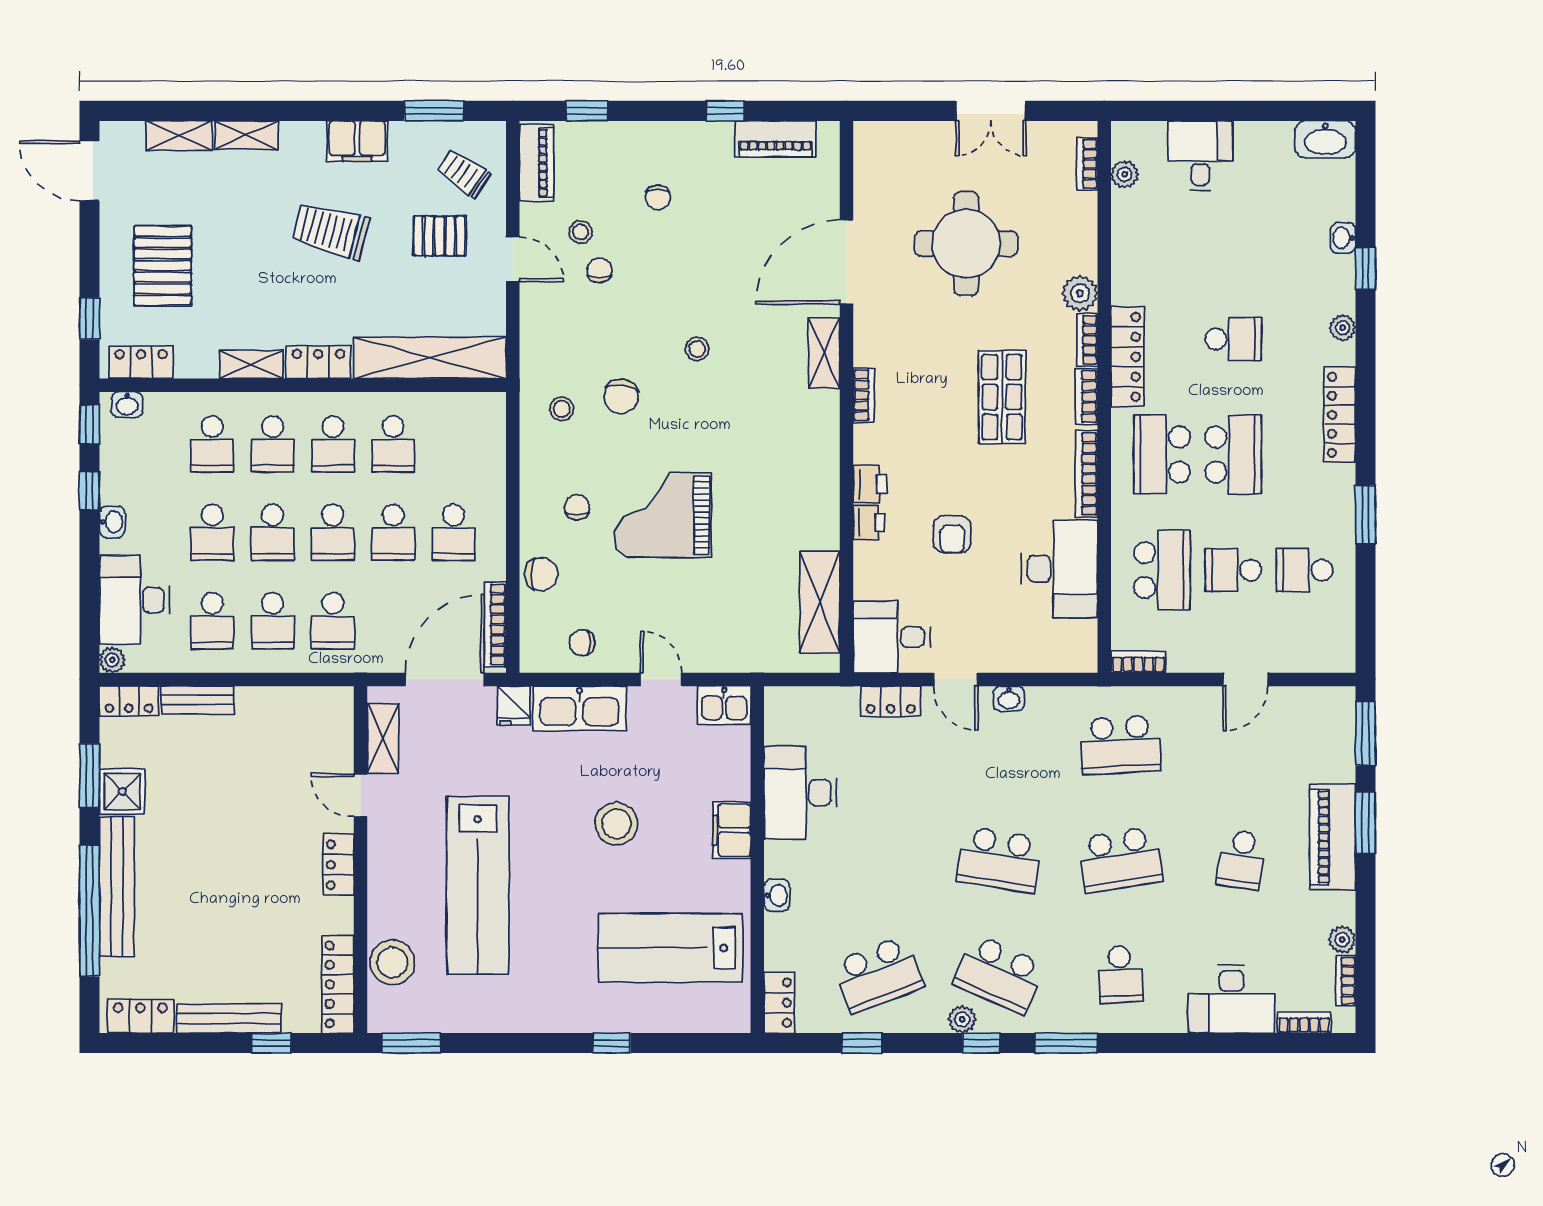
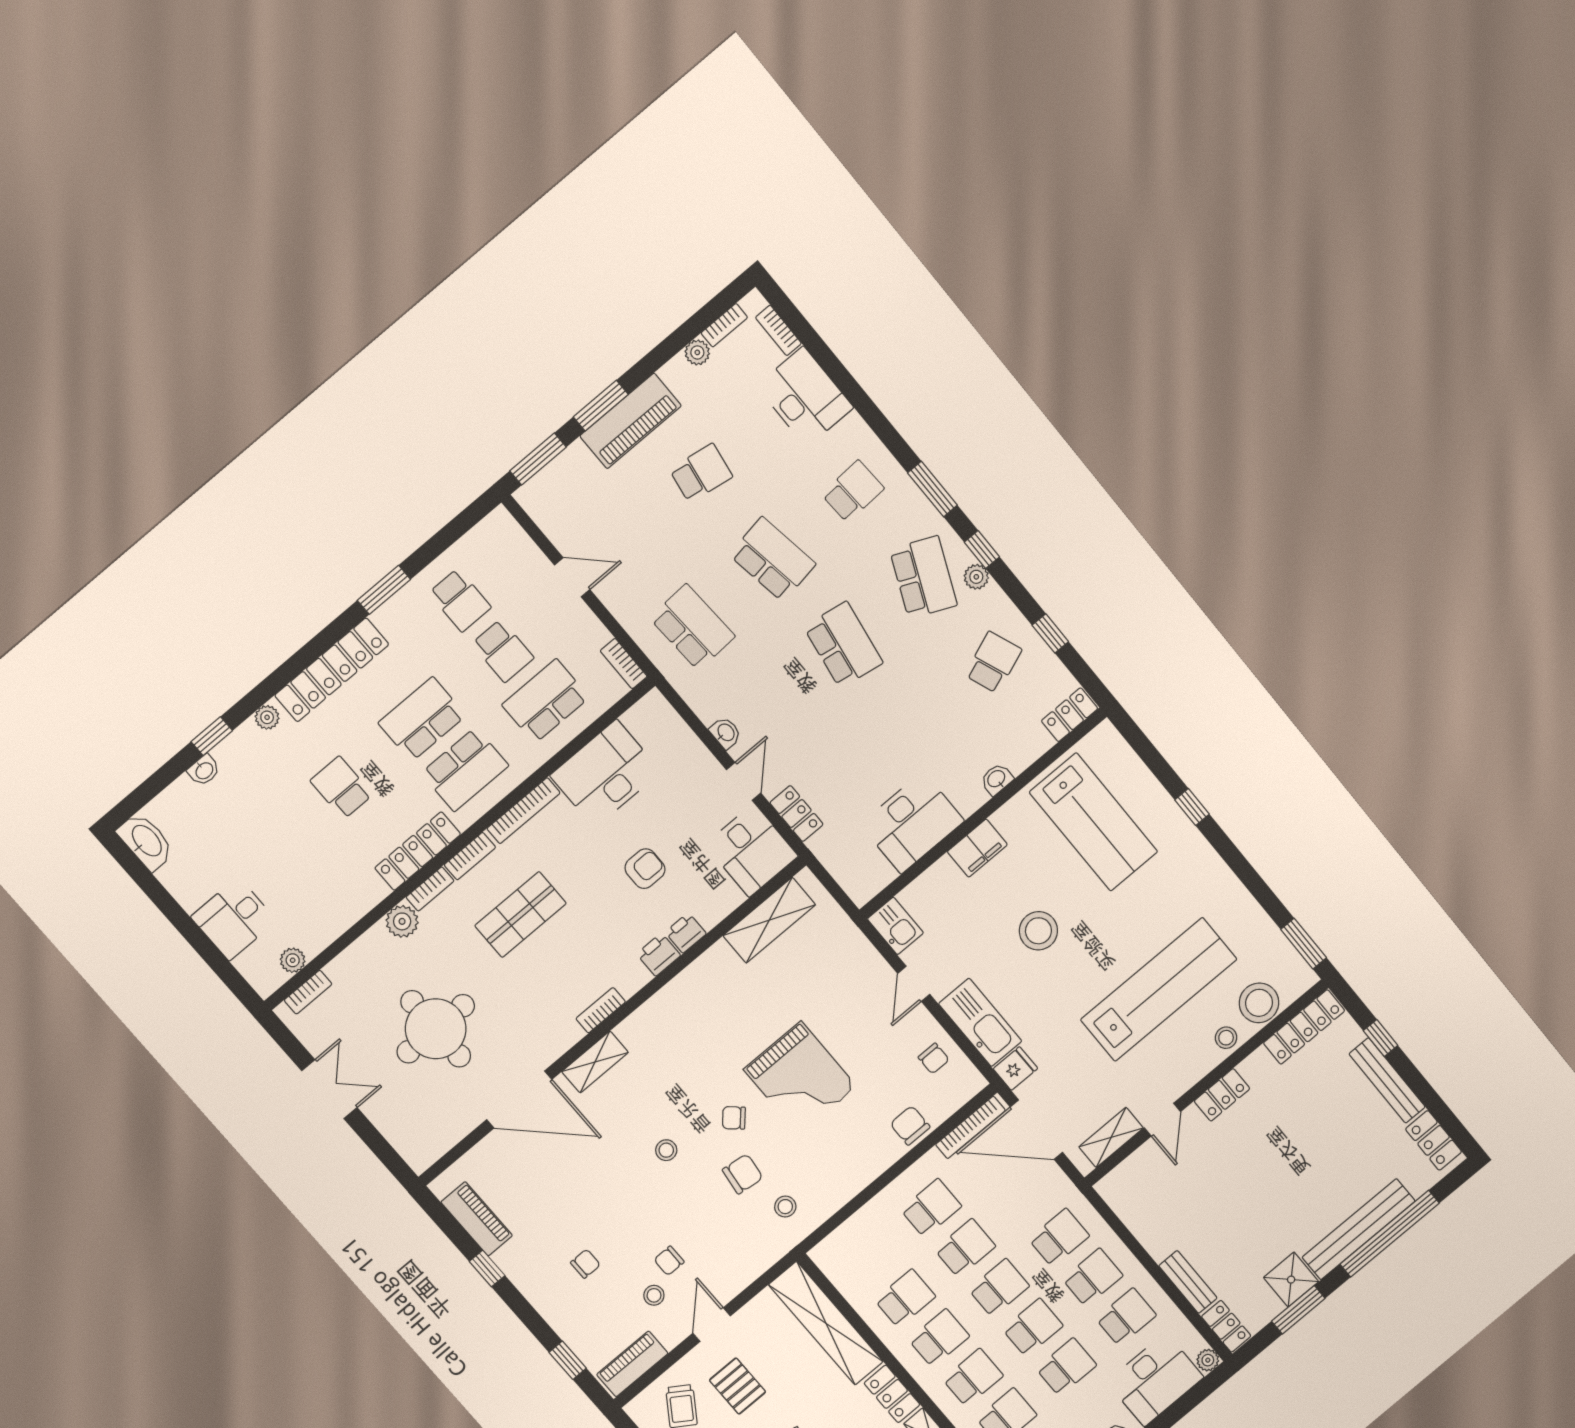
locker: (1340, 415) -> (332, 670), width x1.41, depth x1.21
chair: (577, 507) -> (734, 1118), moved, turned 42
stool: (386, 909) -> (1226, 1038), added
school desk: (878, 974) -> (993, 662), width x0.54

